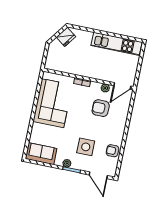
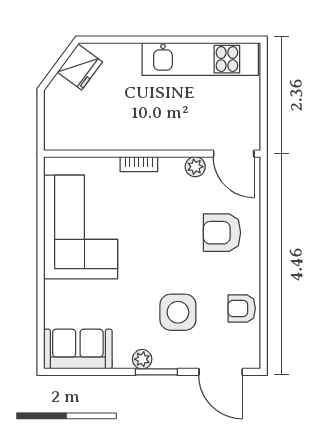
door: (122, 86) -> (234, 154), hinge flipped
armchair: (101, 108) -> (222, 233), moved

